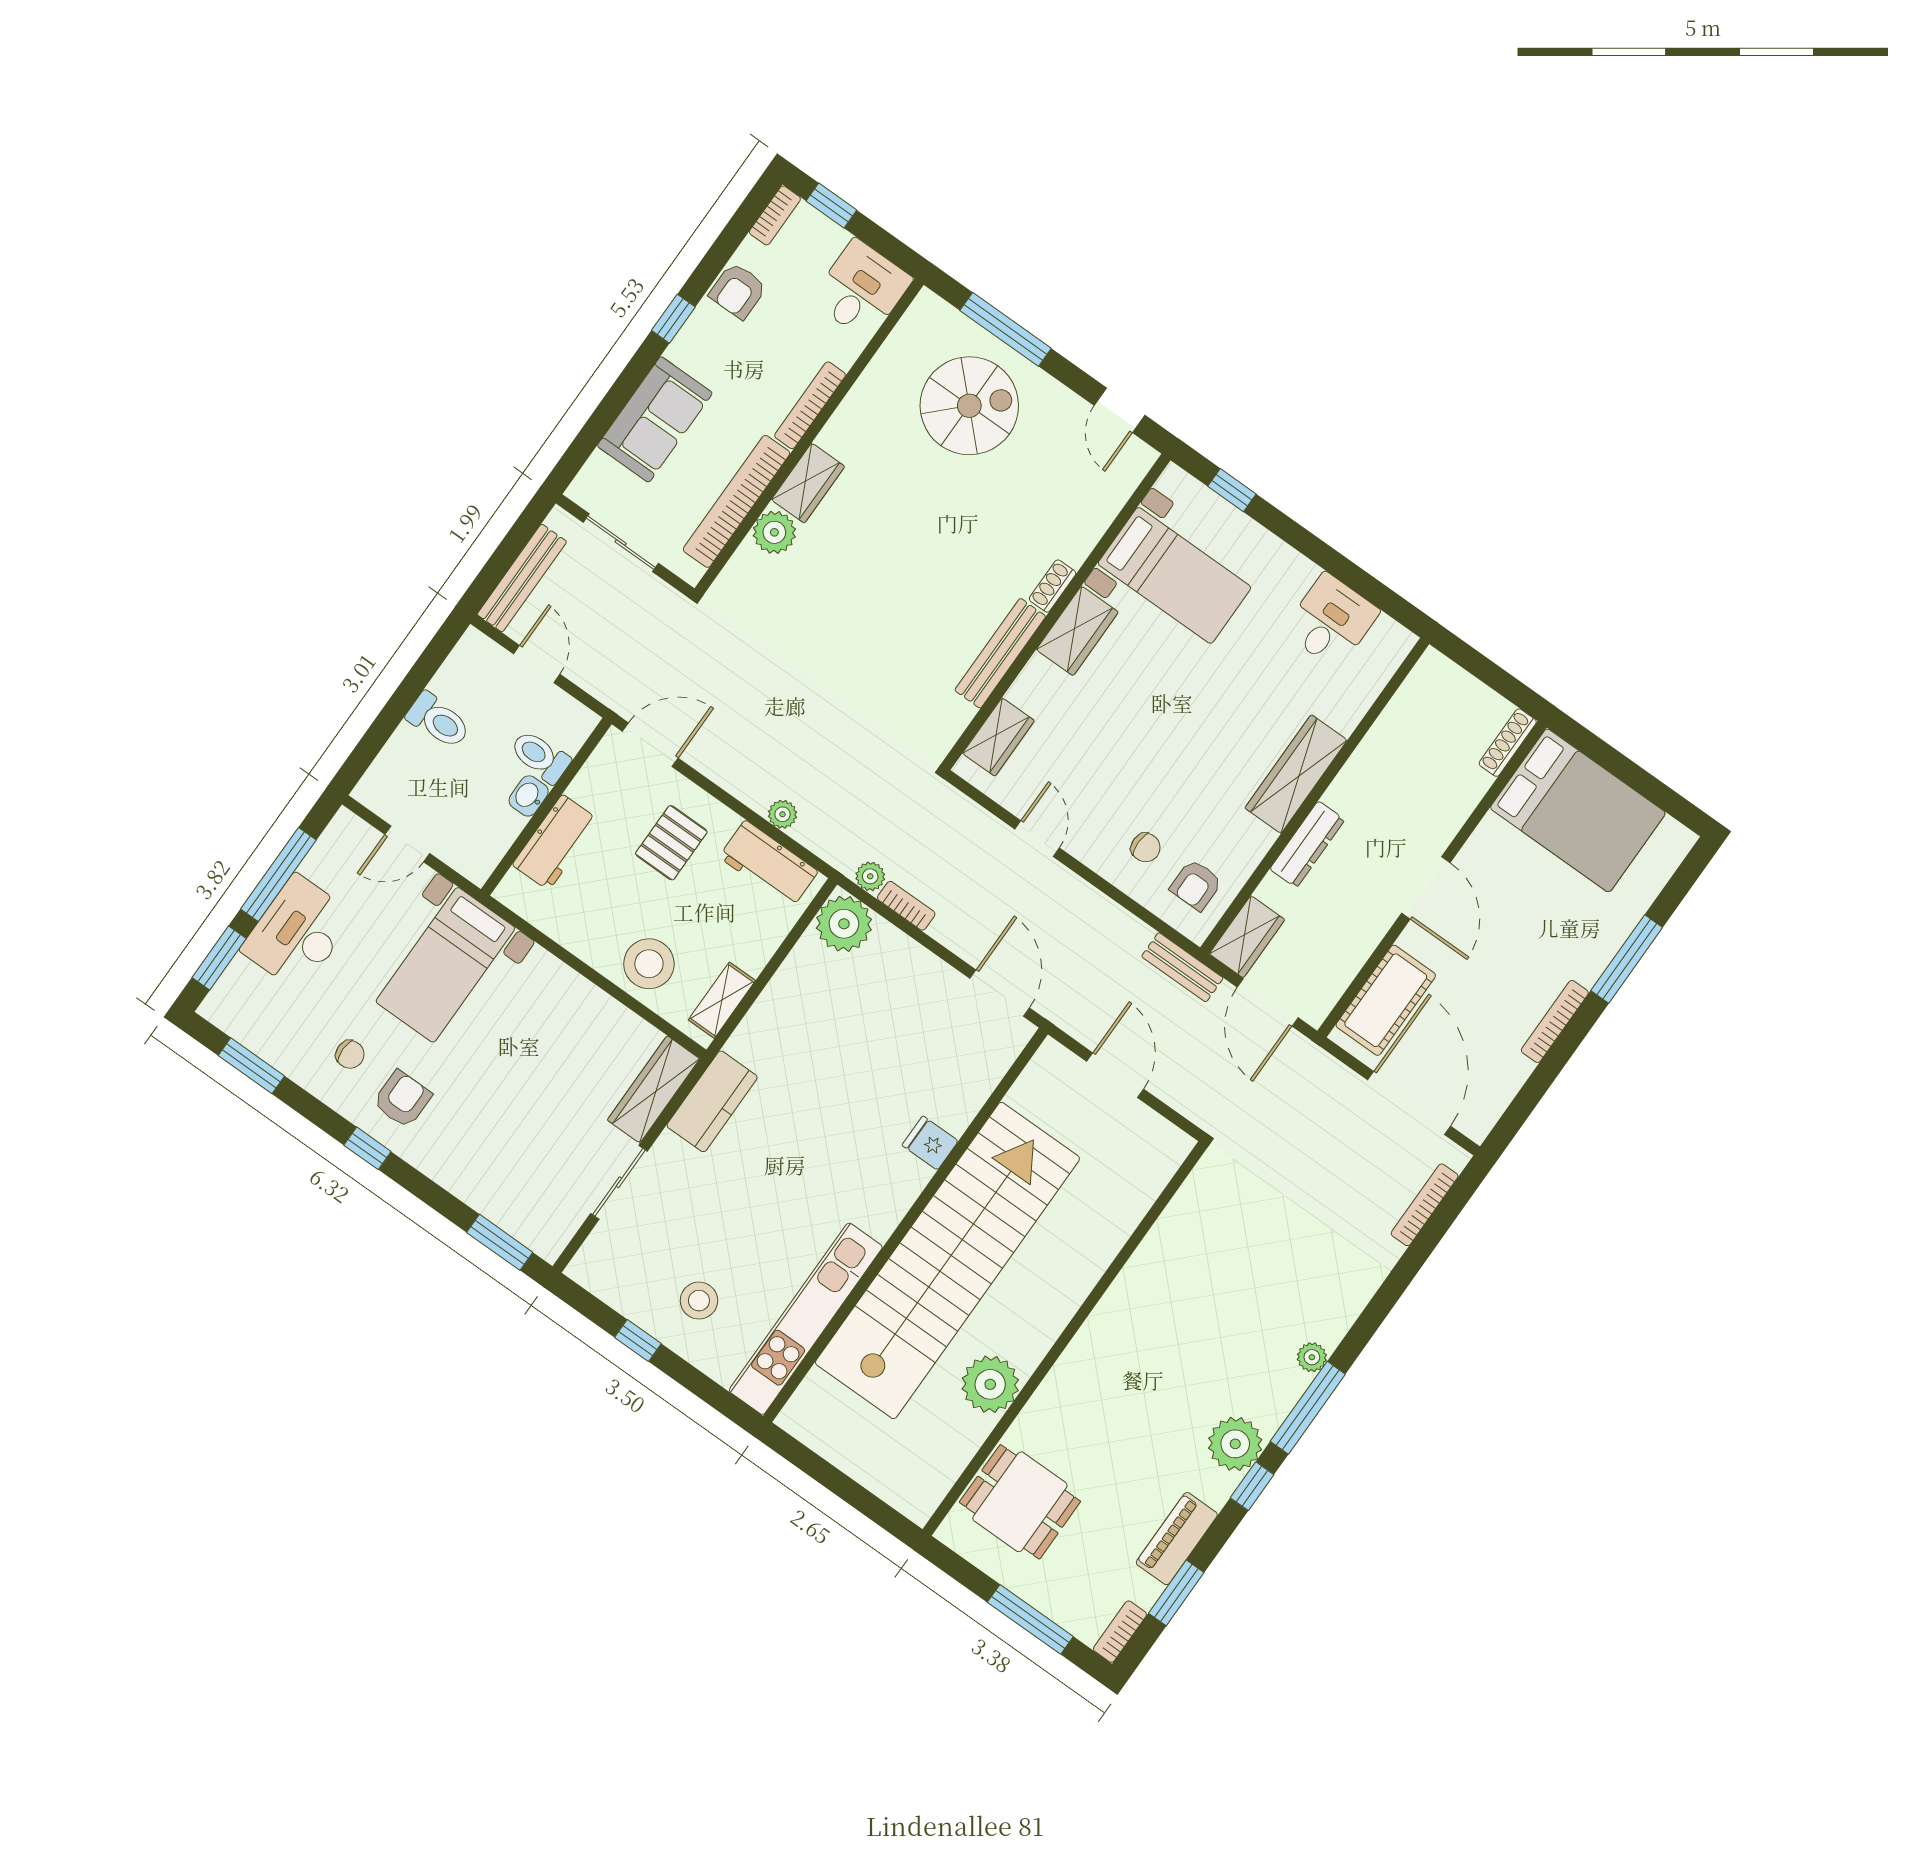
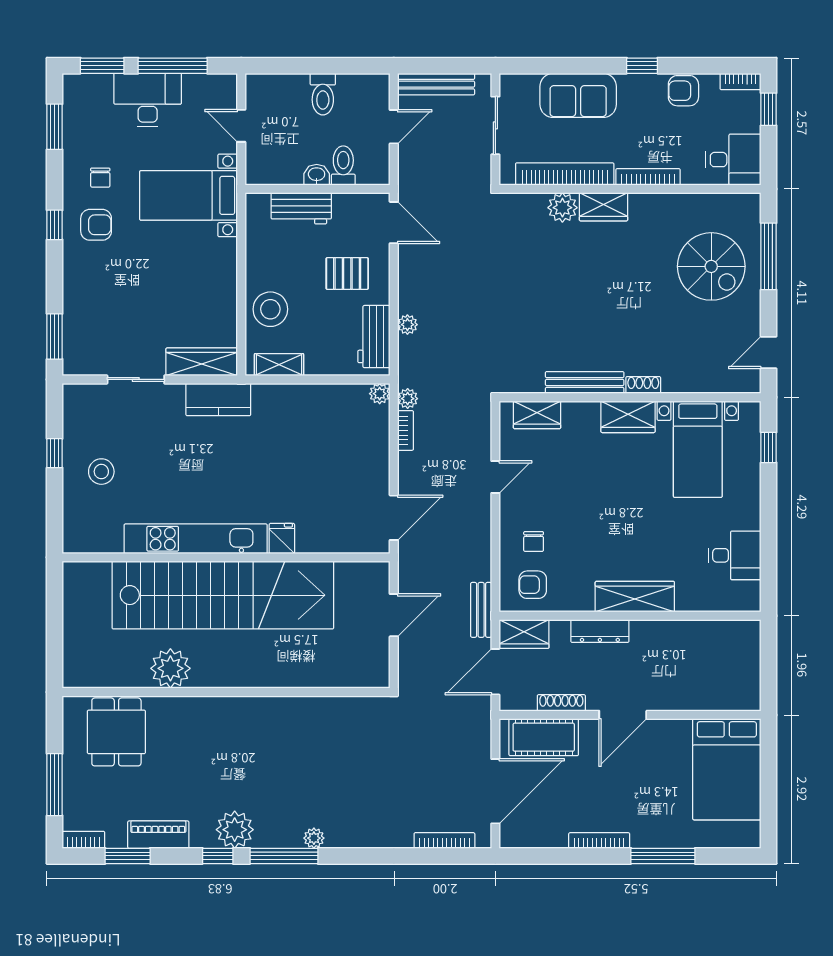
shoe rack: (1508, 743) -> (561, 703), moved
plant: (844, 924) -> (380, 394), width x0.53, depth x0.53
kitchen unit: (806, 1319) -> (196, 539), moved

